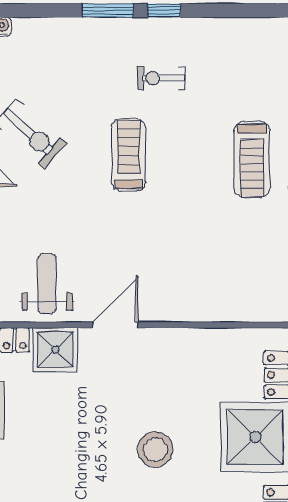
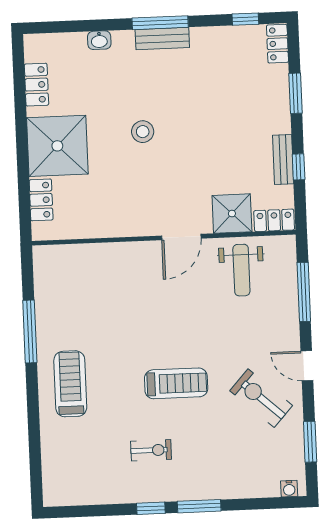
treadmill: (129, 155) -> (176, 383), turned -90
stool: (155, 450) -> (143, 132), width x0.73, depth x0.73

